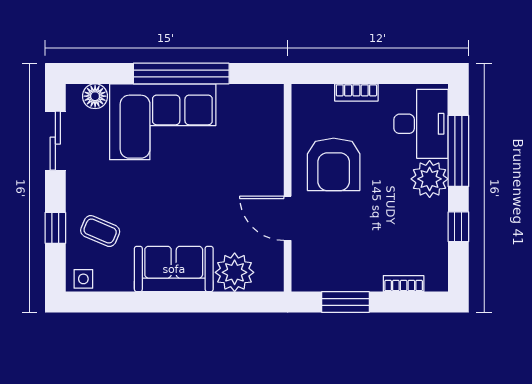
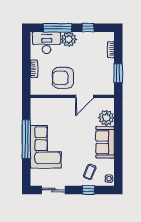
floor lamp: (95, 96) -> (35, 174), removed
armchair: (334, 164) -> (63, 78), turned 180

